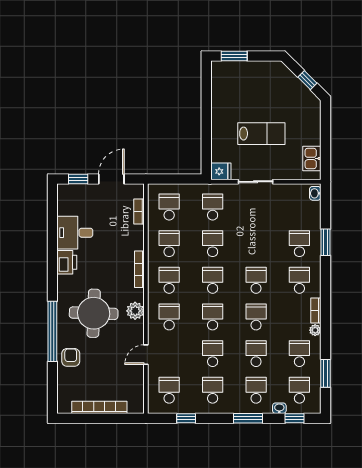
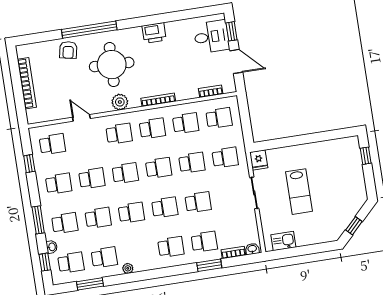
window: (234, 56) -> (366, 156), width x0.67
desk: (75, 233) -> (211, 37), moved, turned 90
school desk: (256, 244) -> (198, 202), added
bookcase: (316, 311) -> (233, 252), moved
armchair: (71, 357) -> (68, 50), turned 101

